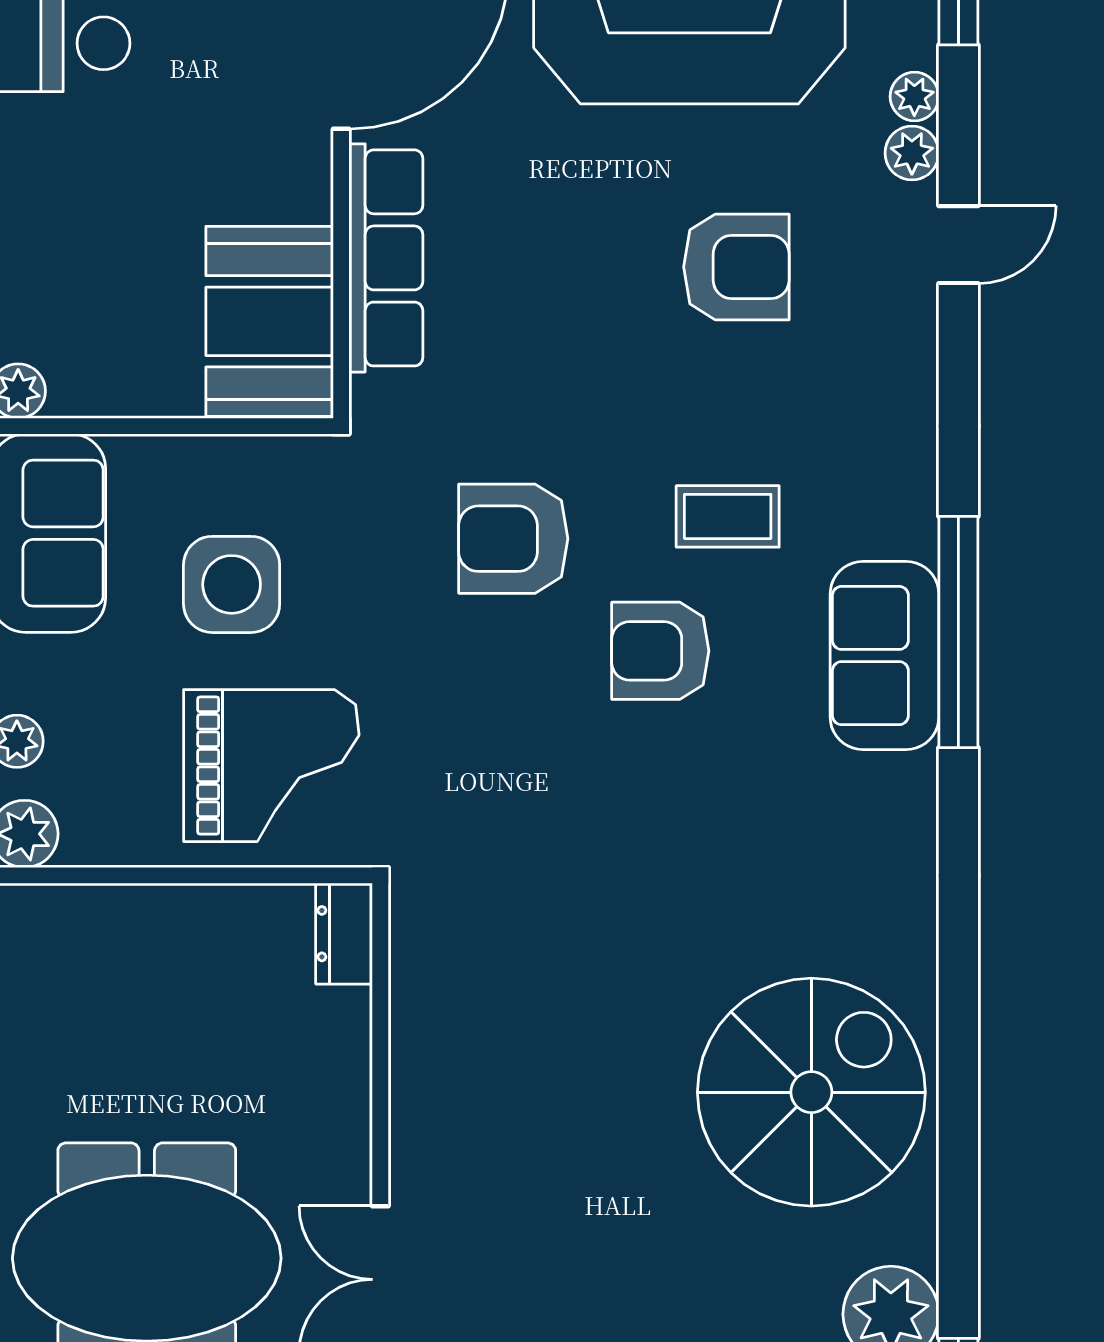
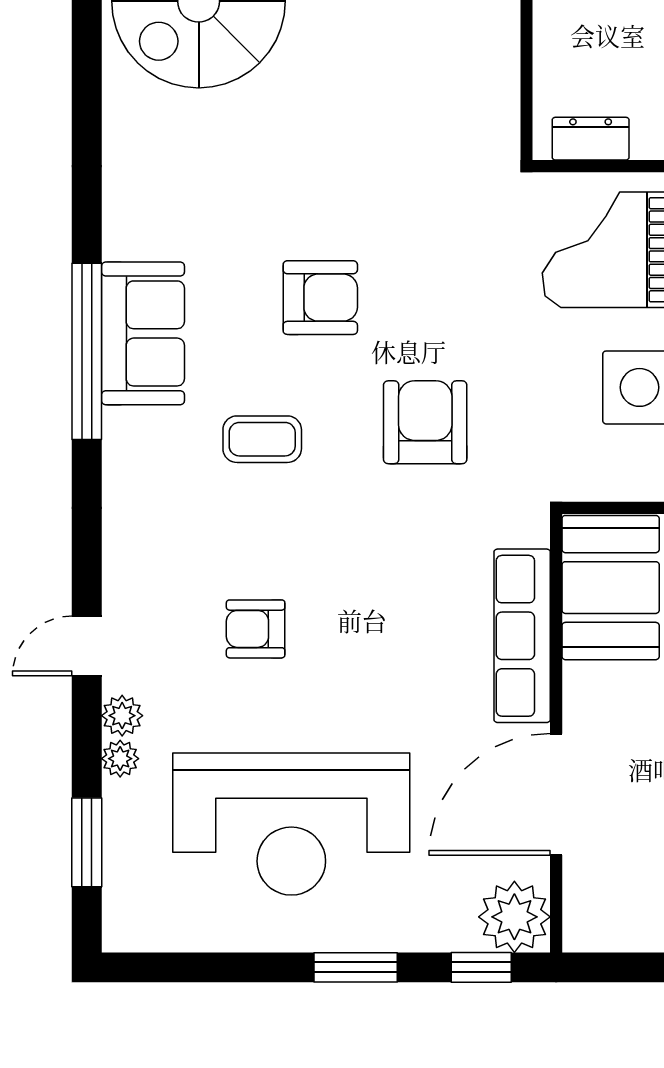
armchair: (736, 267) -> (256, 629), width x0.72, depth x0.72
armchair: (513, 539) -> (425, 422), turned -90
armchair: (660, 651) -> (320, 298), moved
dresser: (344, 934) -> (591, 139), moved, turned -90

